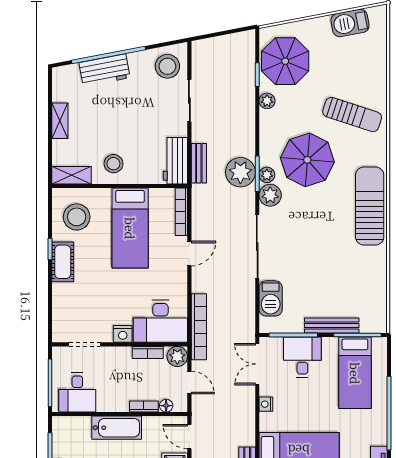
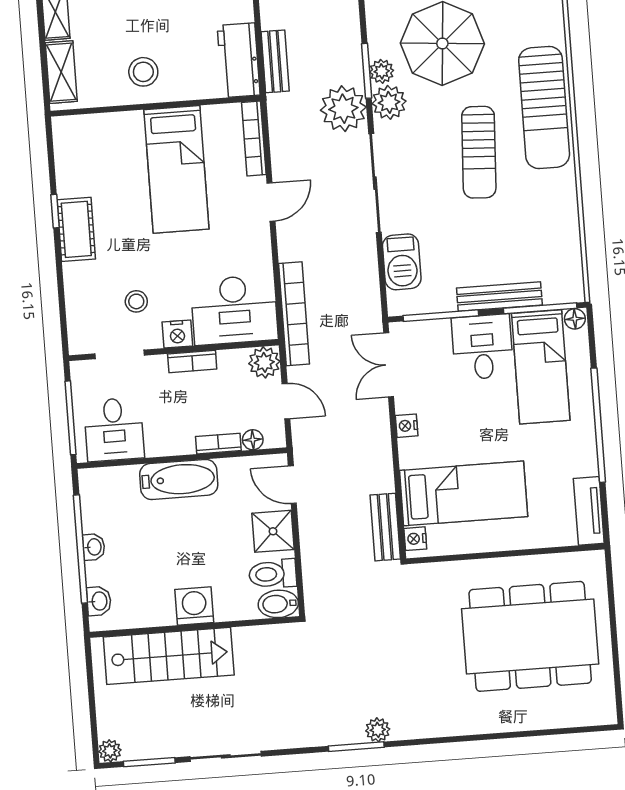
plant: (240, 172) -> (343, 109), moved
shelving: (72, 175) -> (61, 72), moved, turned 90
sun lounger: (370, 206) -> (544, 108), turned 180
stool: (77, 217) -> (136, 301), moved, width x0.53, depth x0.53
sun lounger: (326, 232) -> (479, 152), added
floor lamp: (379, 343) -> (575, 319), added
bookcase: (148, 352) -> (192, 361), moved
desk: (302, 357) -> (482, 347), moved

